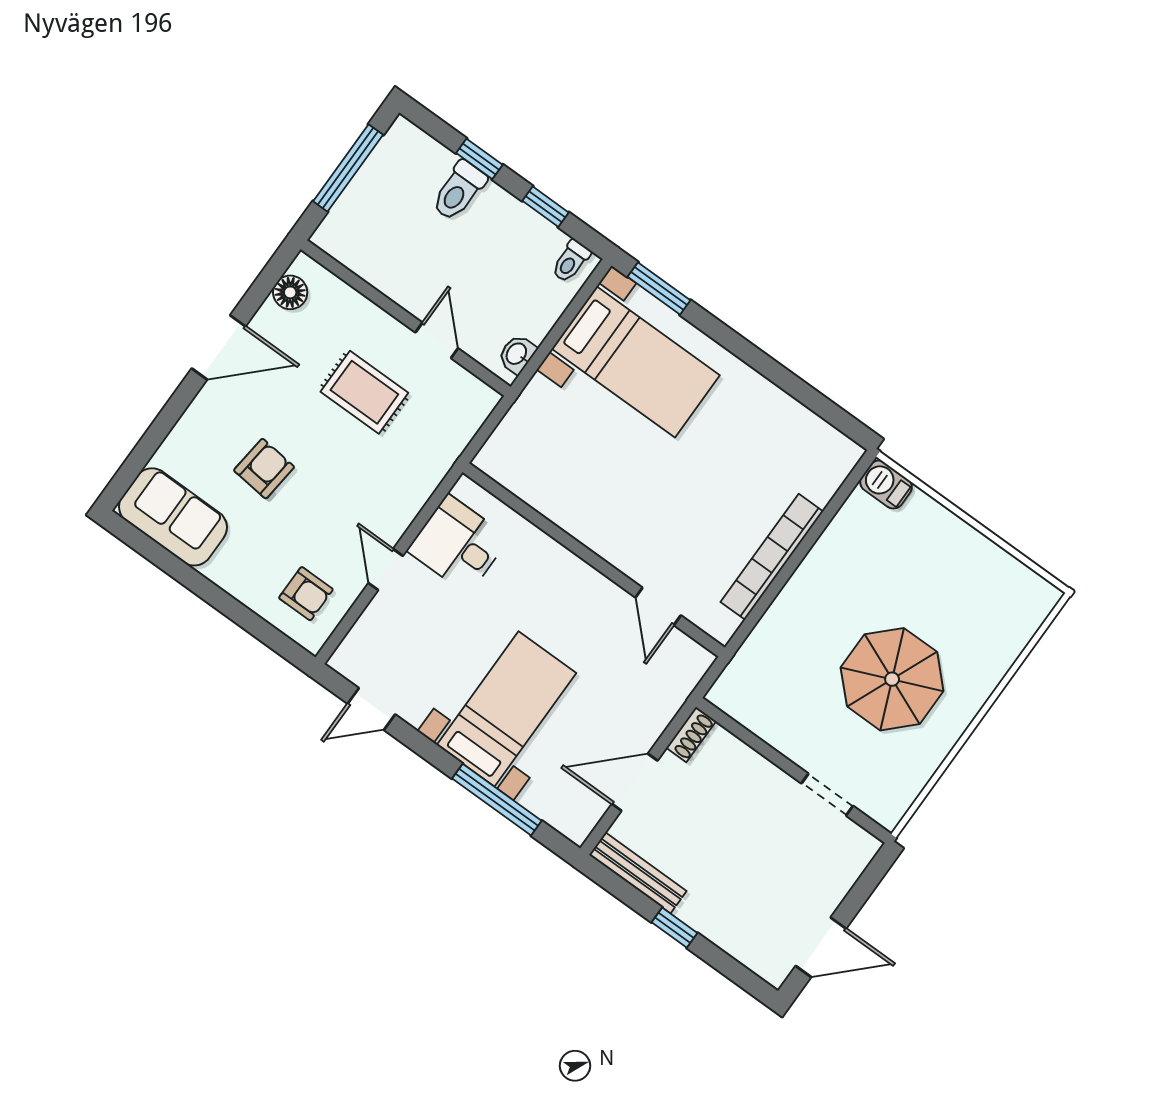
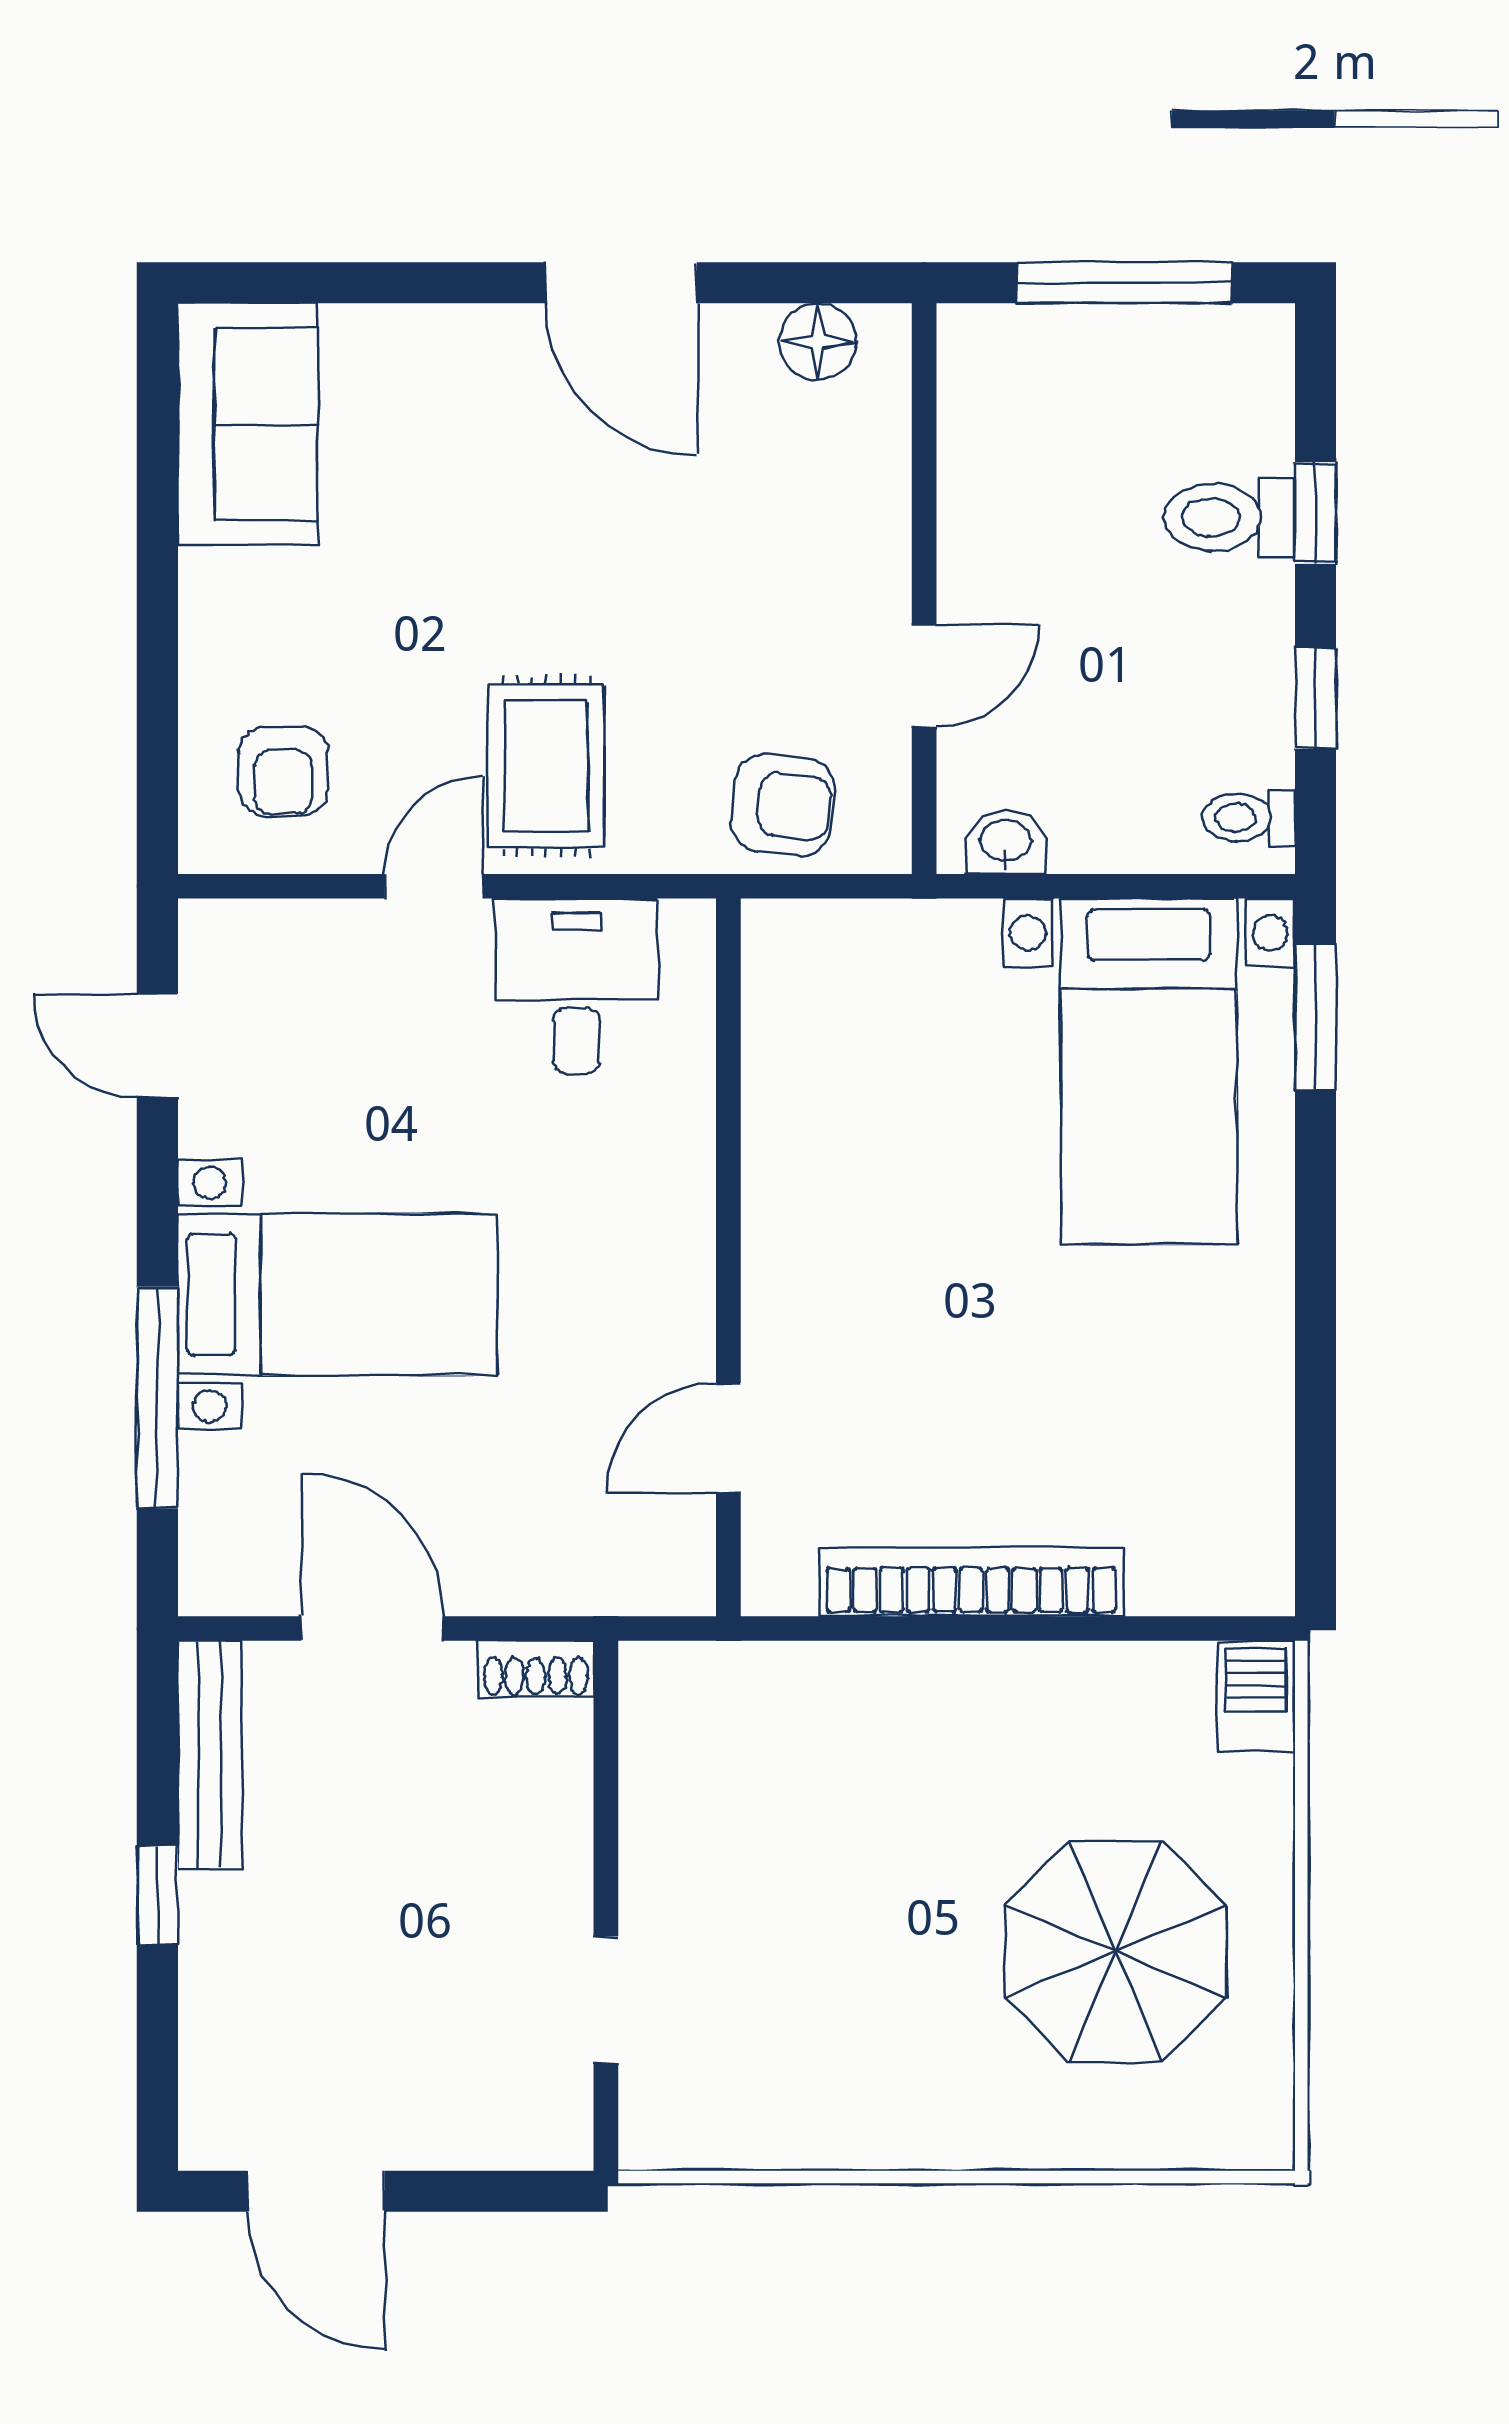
rug: (364, 392) -> (546, 766), moved
armchair: (264, 469) -> (782, 805), moved
parasol: (892, 679) -> (1115, 1952), moved

